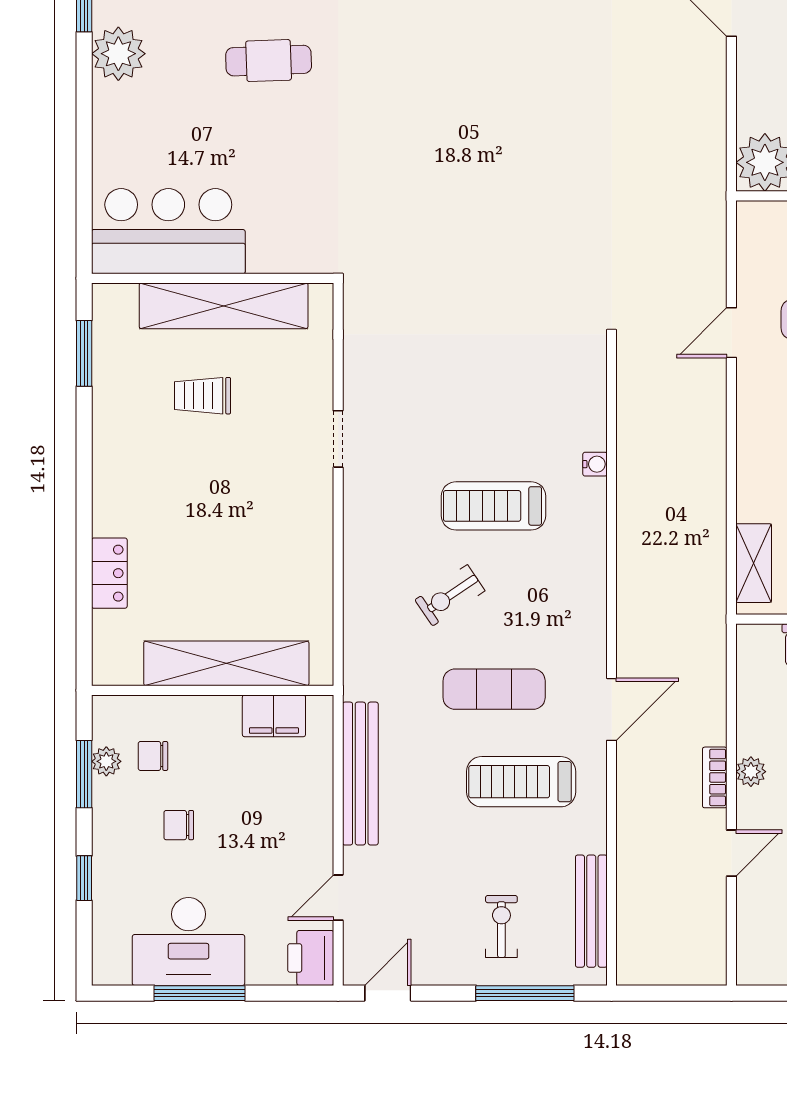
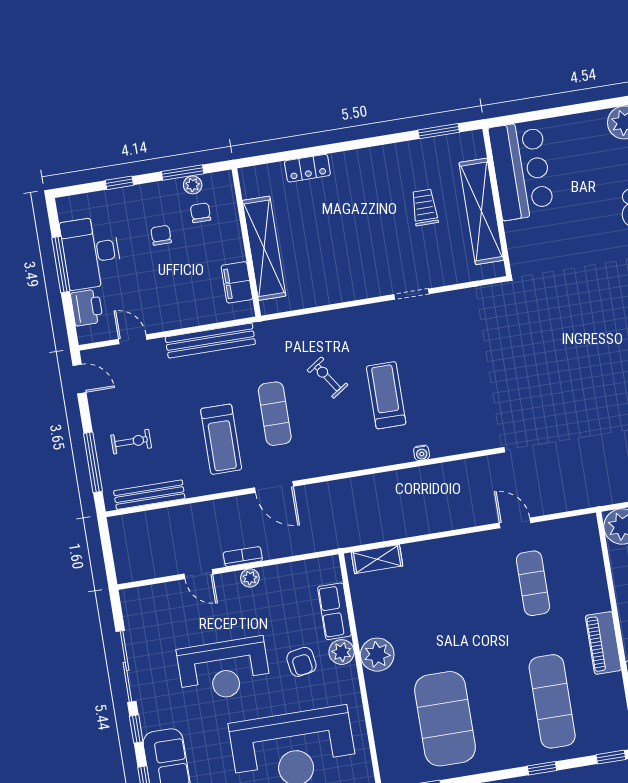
treadmill: (521, 782) -> (221, 439), turned 180
printer: (311, 958) -> (87, 307), moved, turned 90

